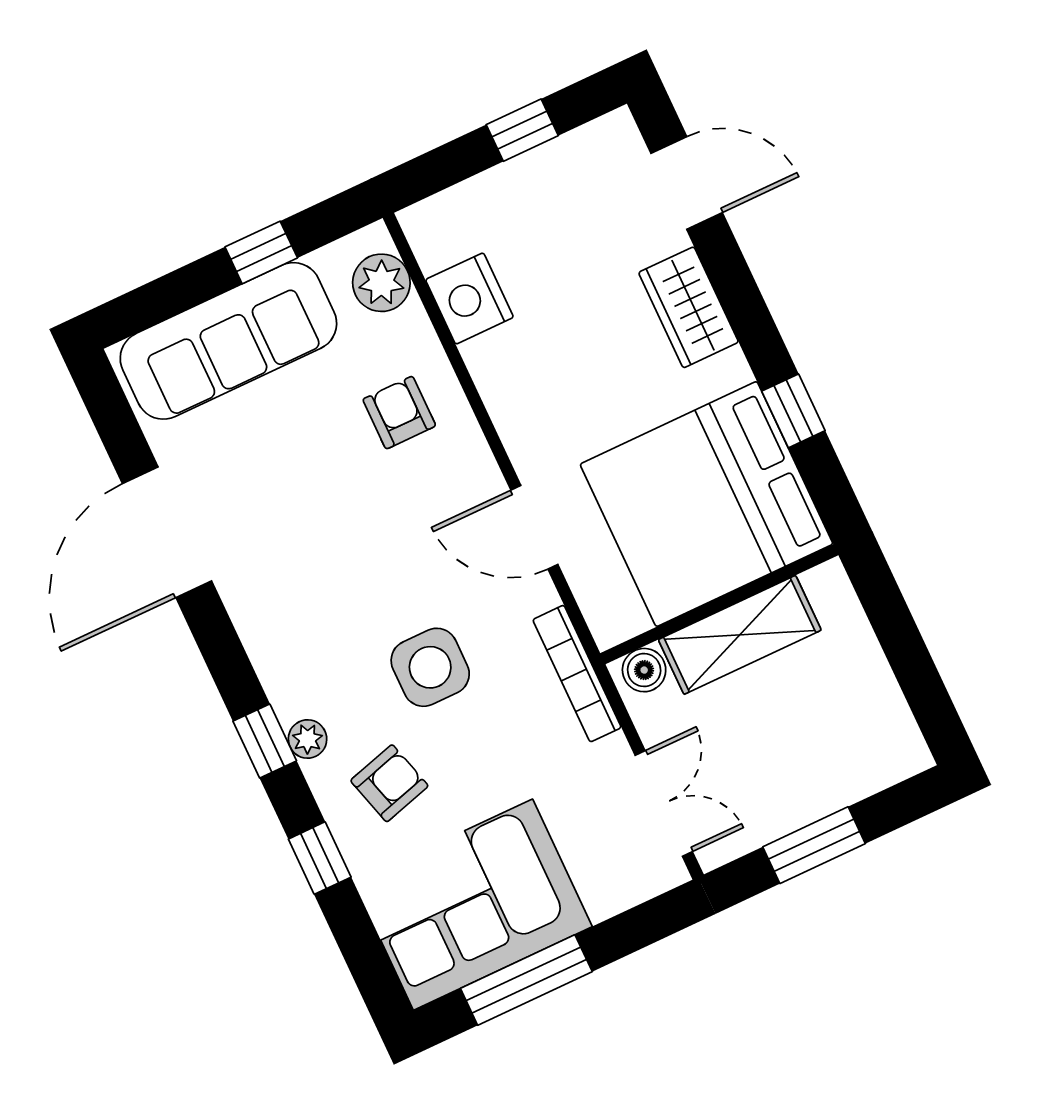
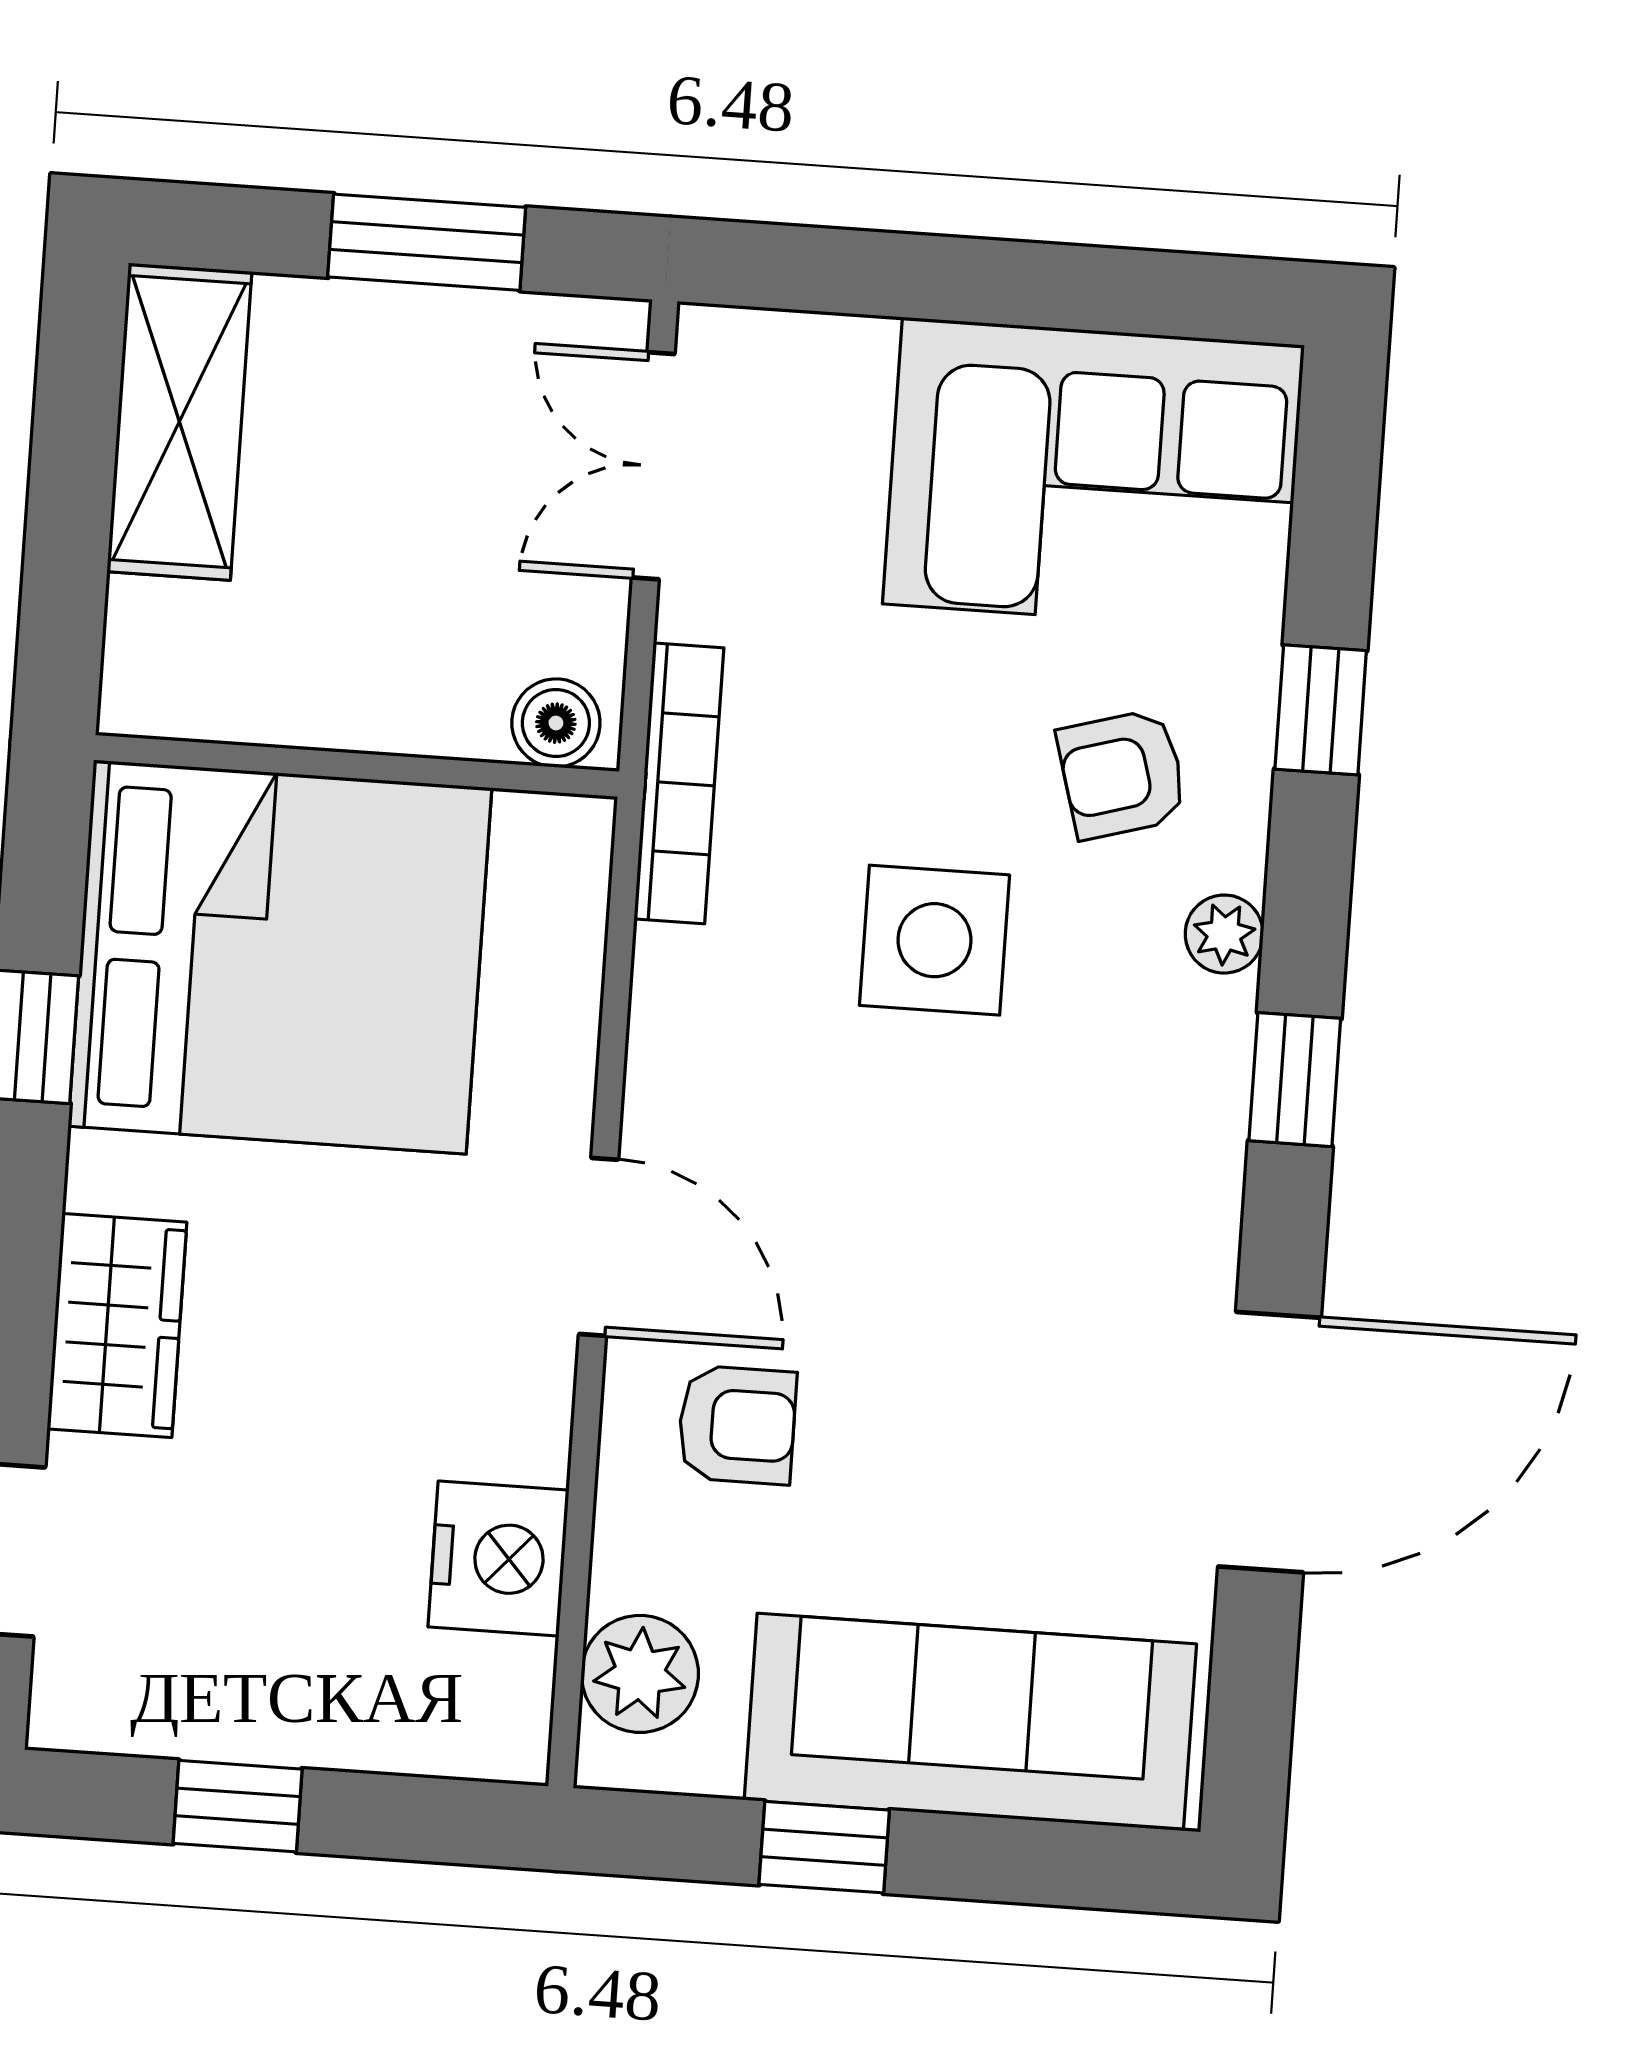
armchair: (399, 413) -> (737, 1425), turned -90
door: (534, 527) -> (599, 1247), moved
shelving: (740, 635) -> (179, 422), moved, turned 90
window: (265, 741) -> (1295, 1080), moved
window: (526, 980) -> (1073, 287), removed

